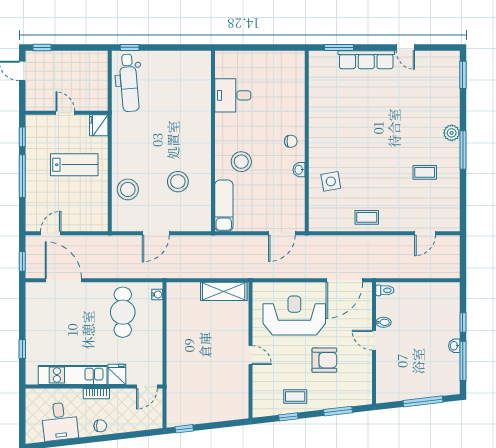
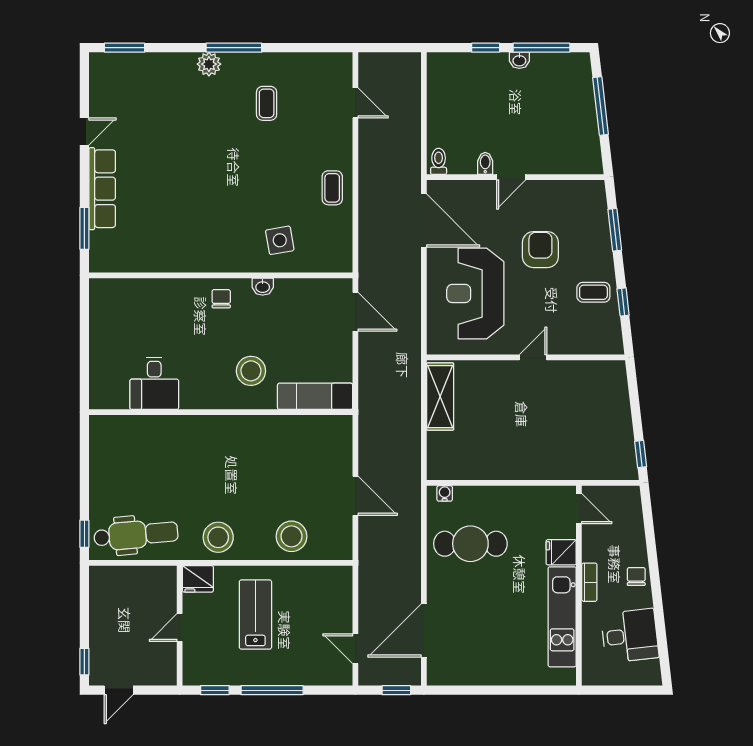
stool: (178, 182) -> (218, 537), moved
window: (22, 349) -> (524, 690), removed
coffee table: (295, 397) -> (593, 292), turned 90

